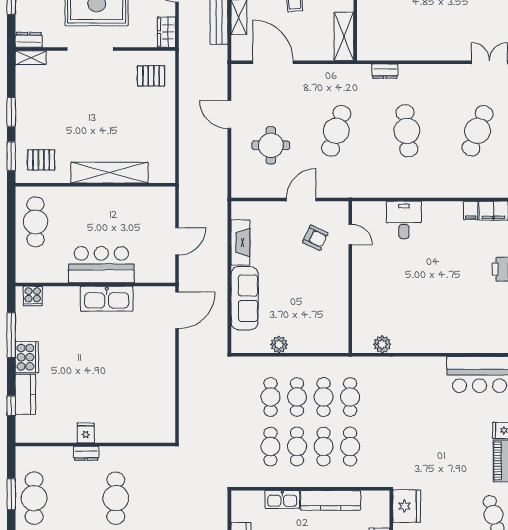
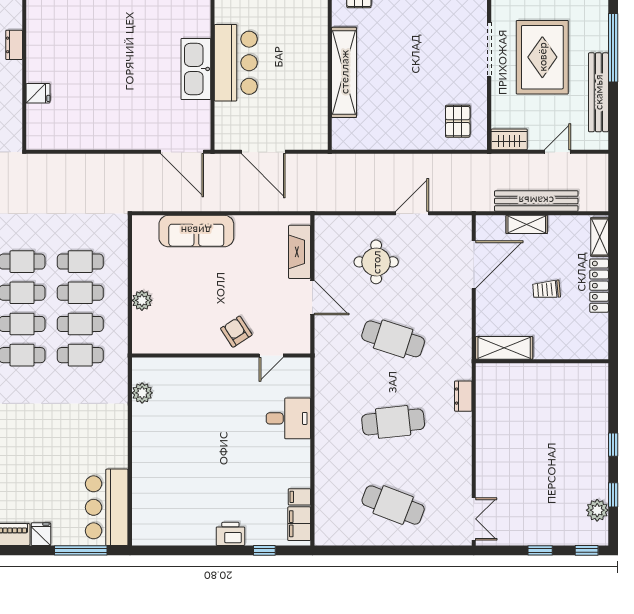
armchair: (315, 238) -> (236, 332), moved, turned 122
door: (177, 241) -> (263, 152), width x1.36
fireplace: (240, 242) -> (300, 252), moved, turned 90
plant: (279, 344) -> (142, 300), moved
fridge: (86, 433) -> (38, 93), moved

